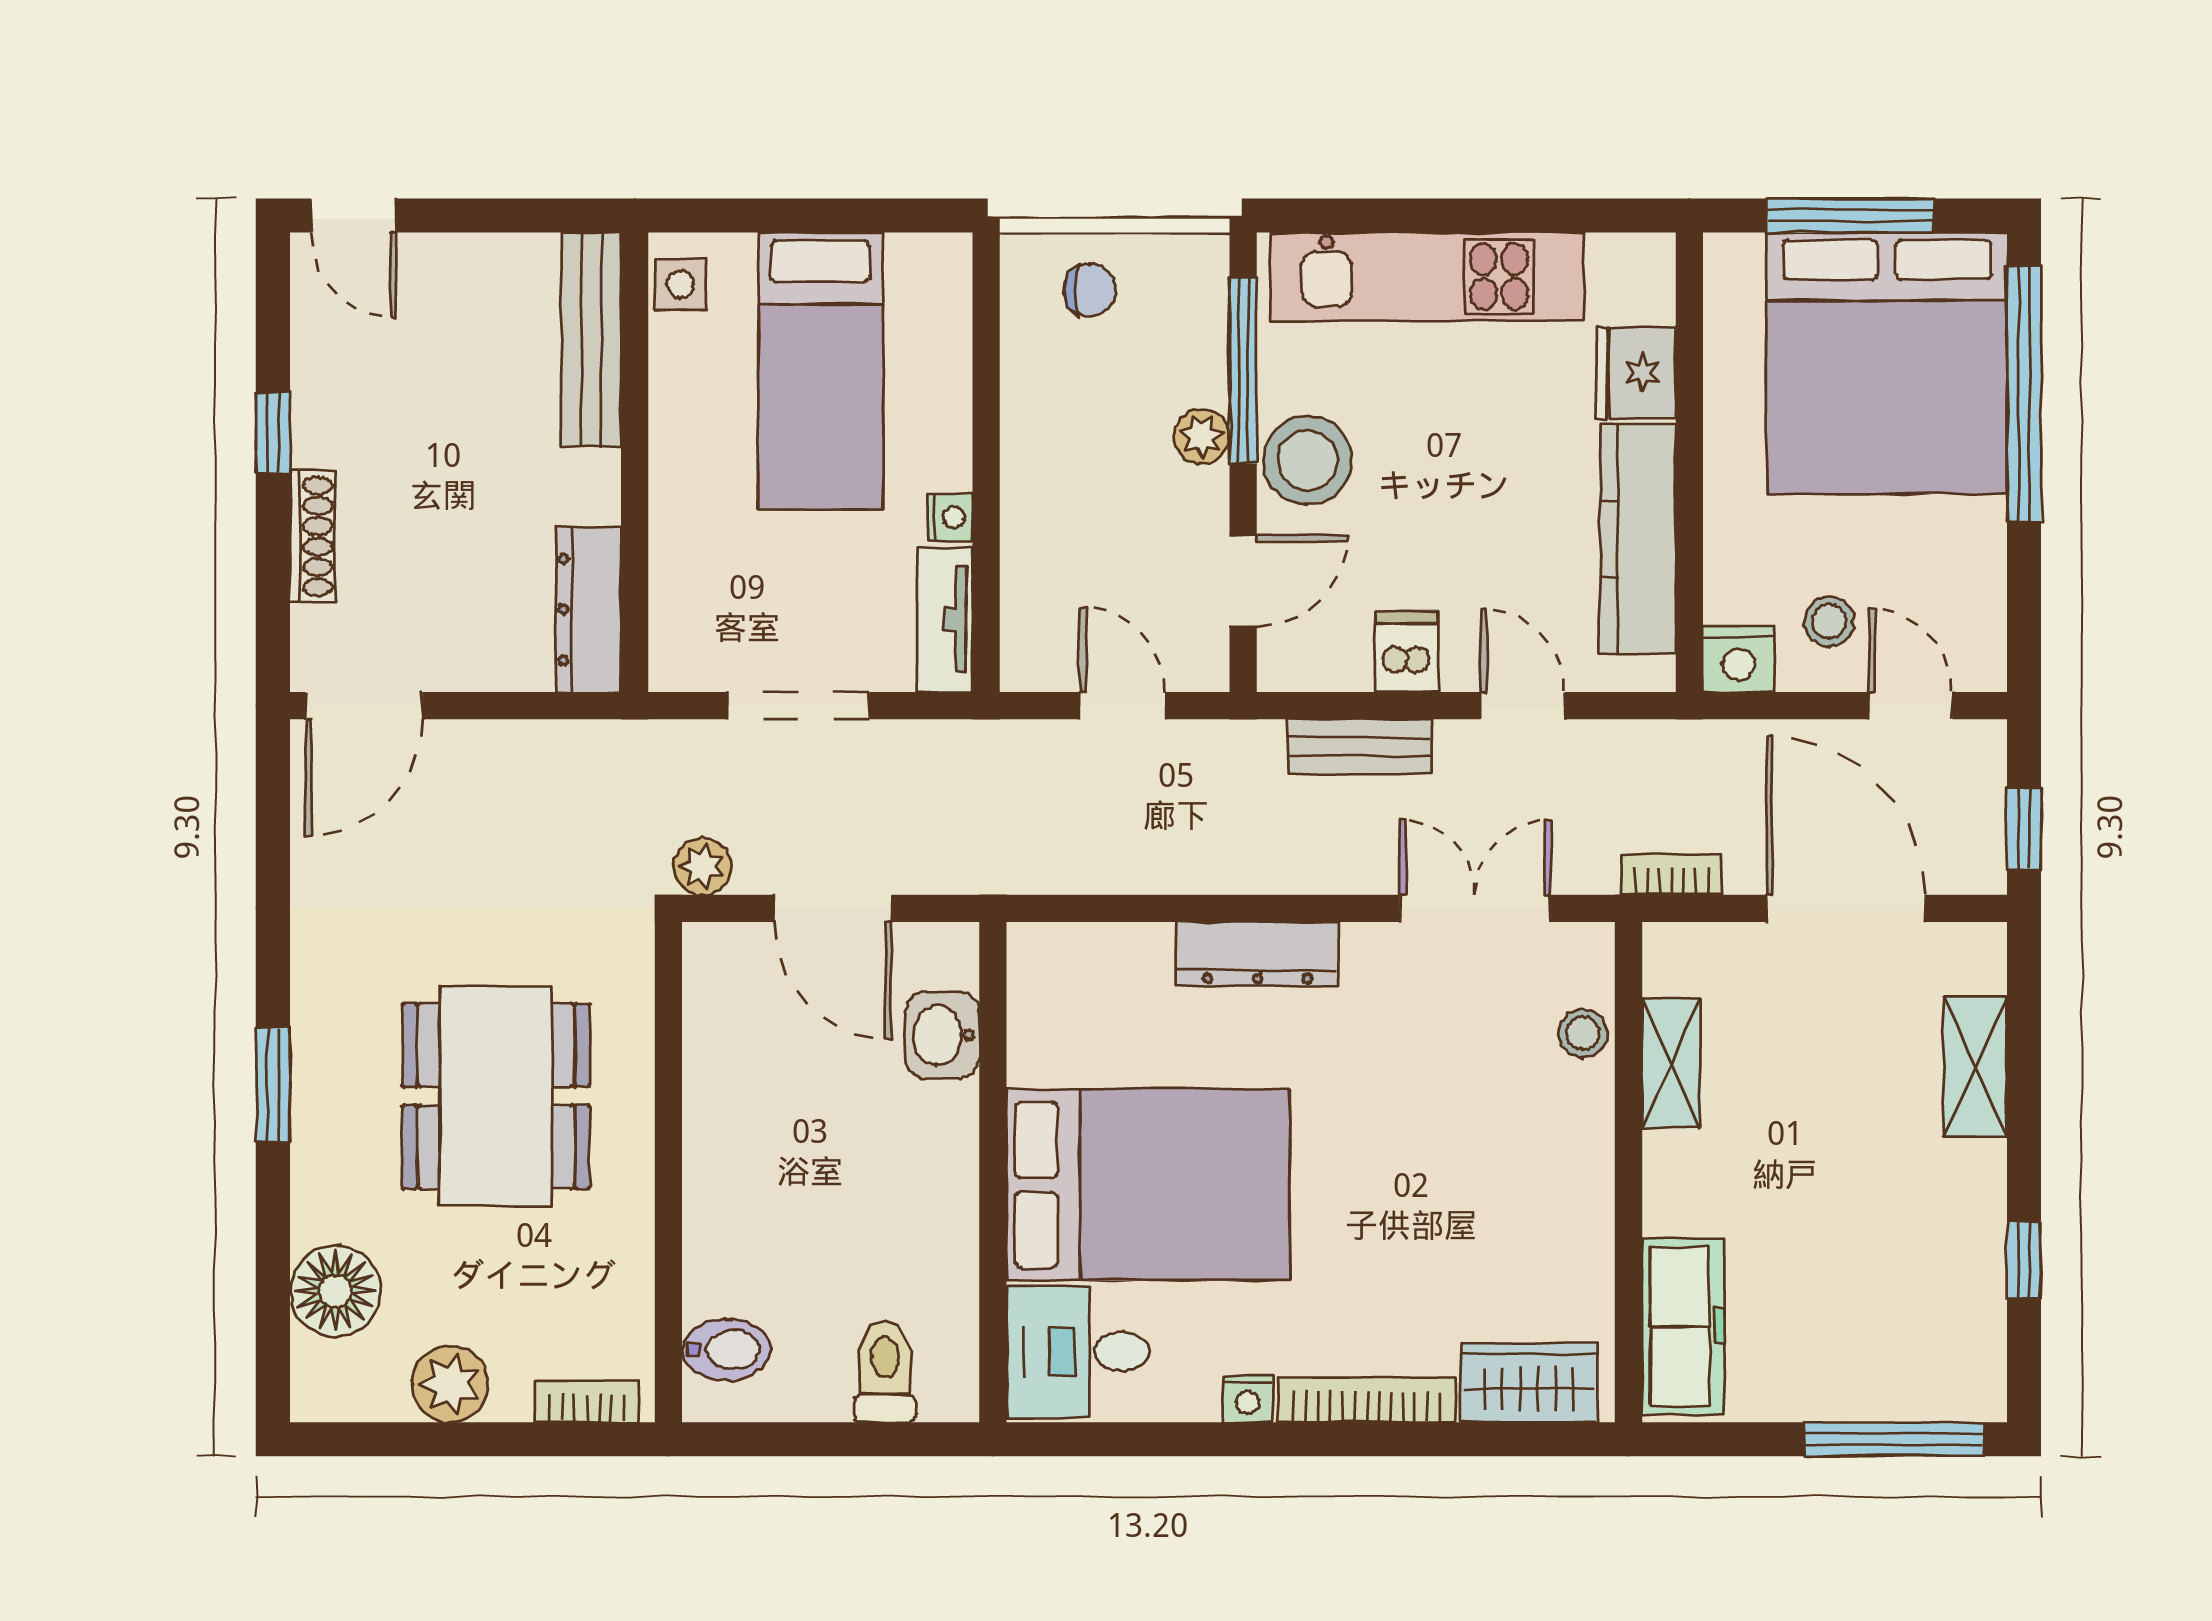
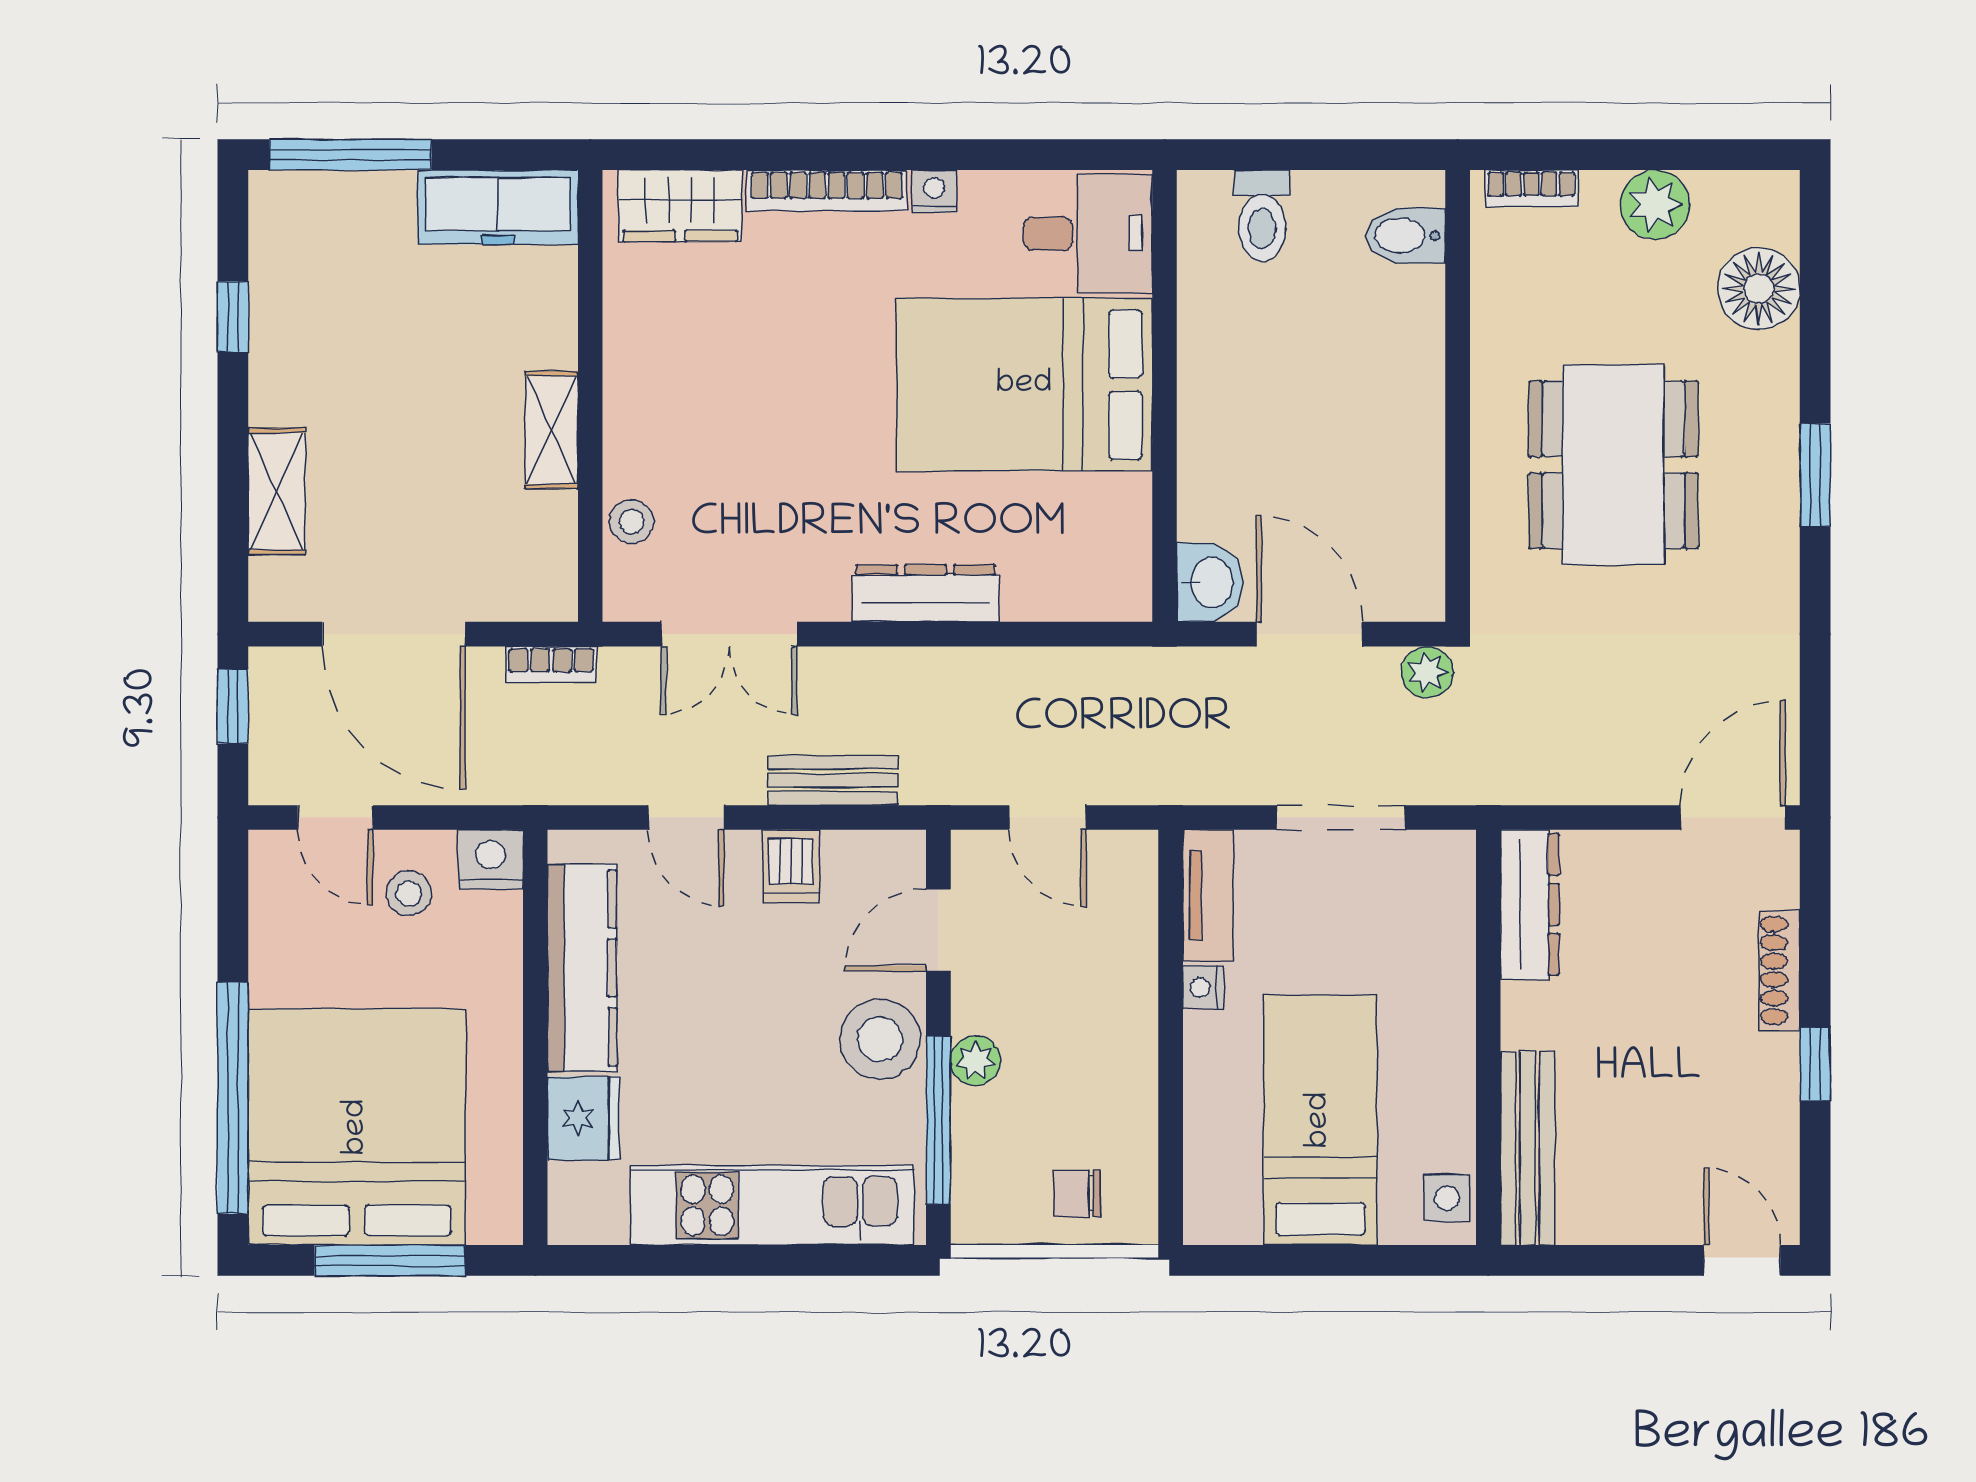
washbasin: (942, 1035) -> (1210, 582), moved
shelving: (1671, 1063) -> (552, 430), moved
freezer: (1683, 1326) -> (498, 207), moved, turned -90

